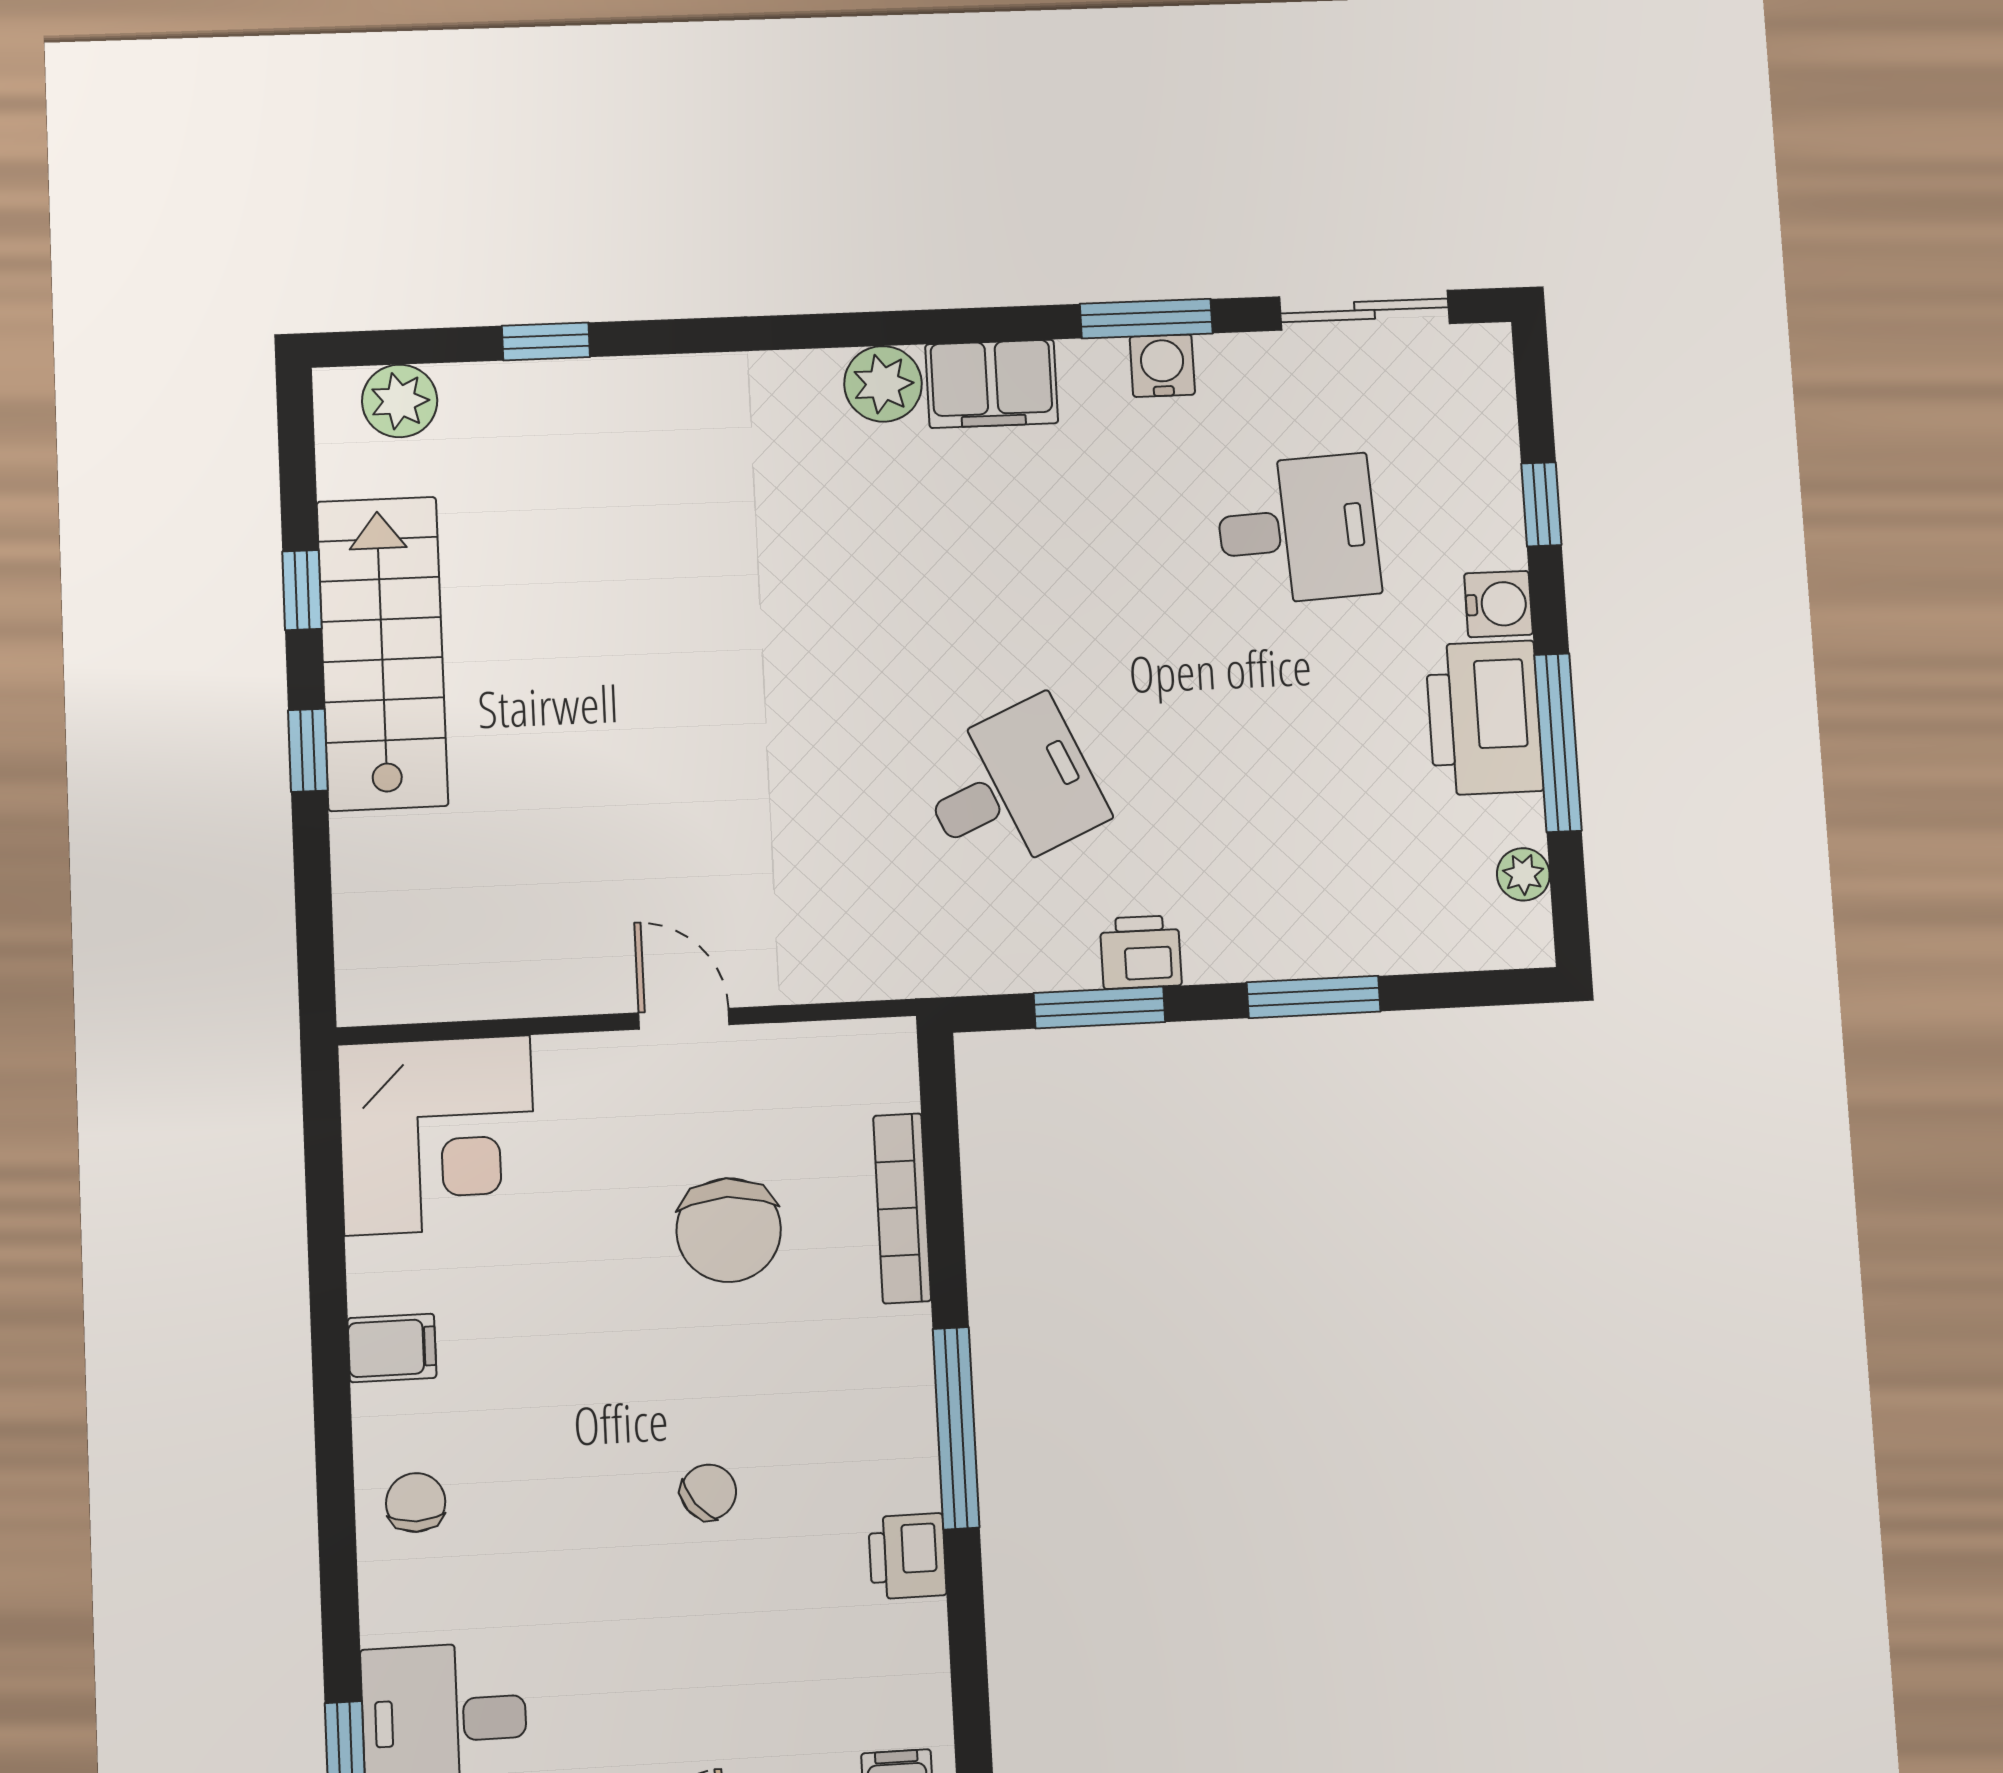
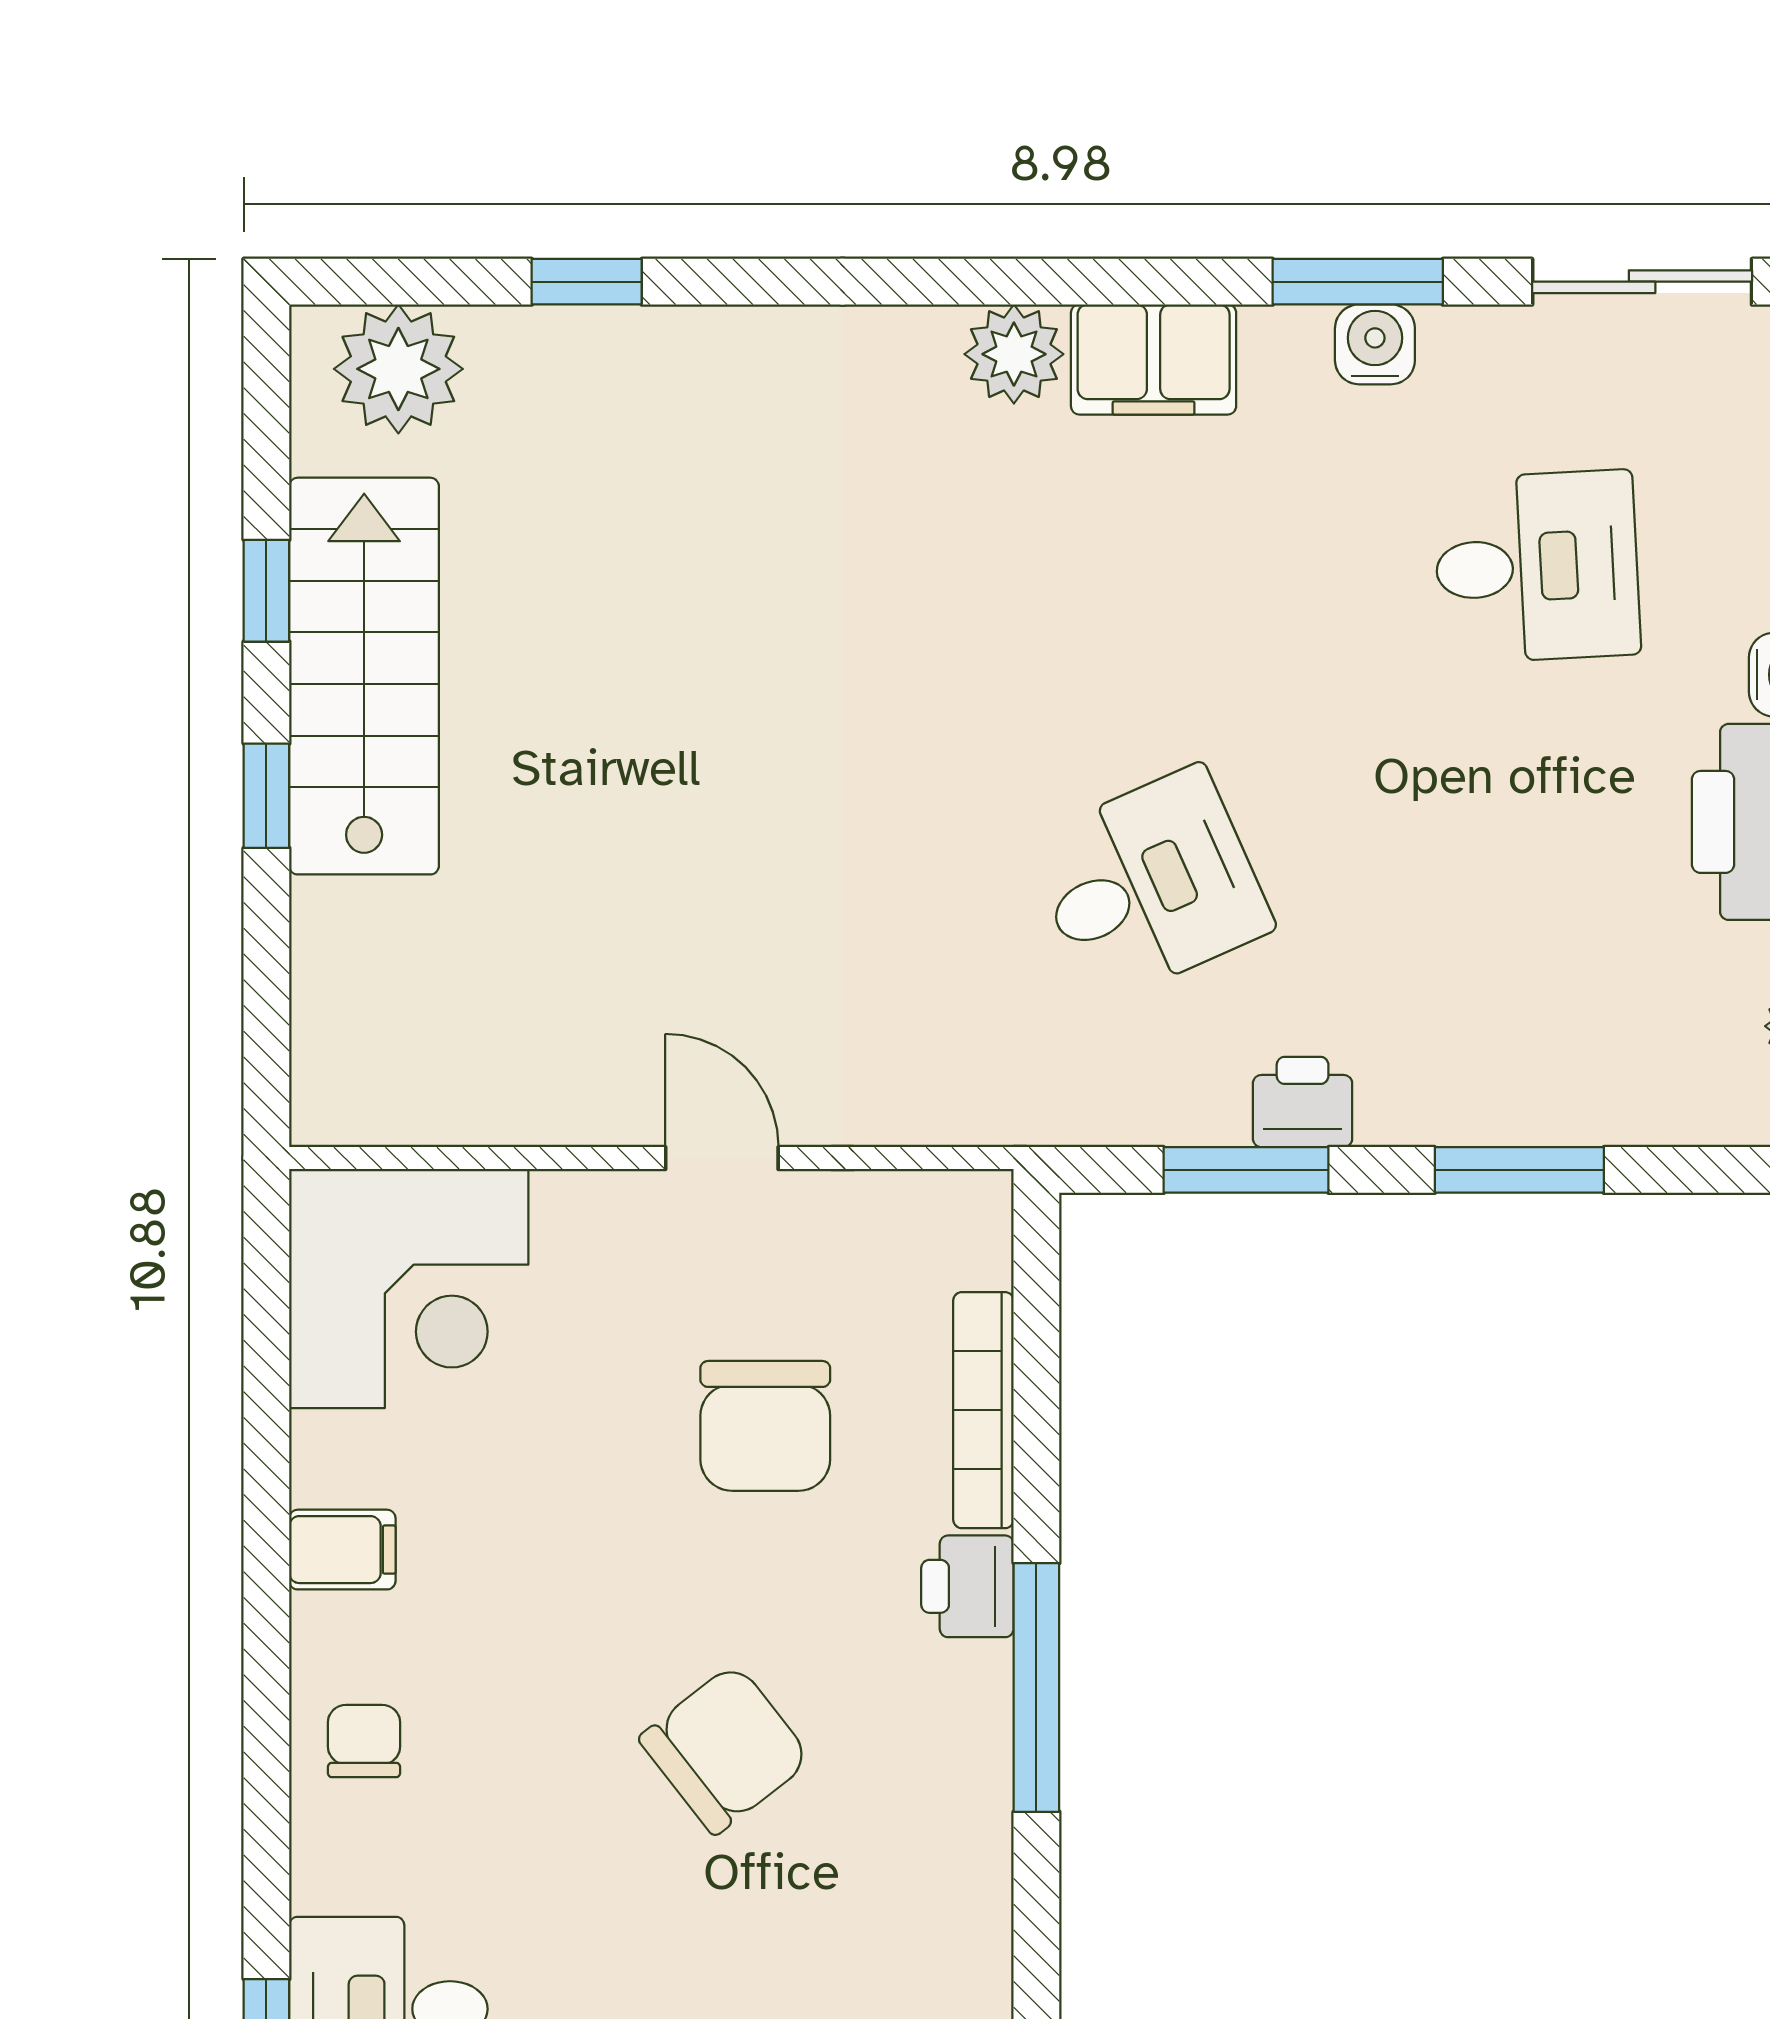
plant: (400, 401) -> (398, 369), width x1.36, depth x1.36
chair: (709, 1492) -> (725, 1749), width x1.87, depth x1.87
printer: (907, 1556) -> (967, 1586), moved

